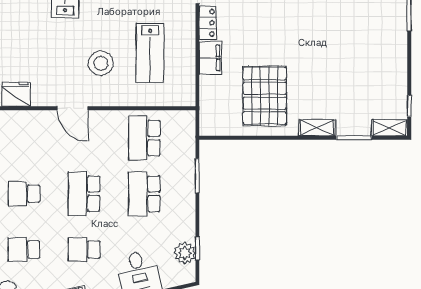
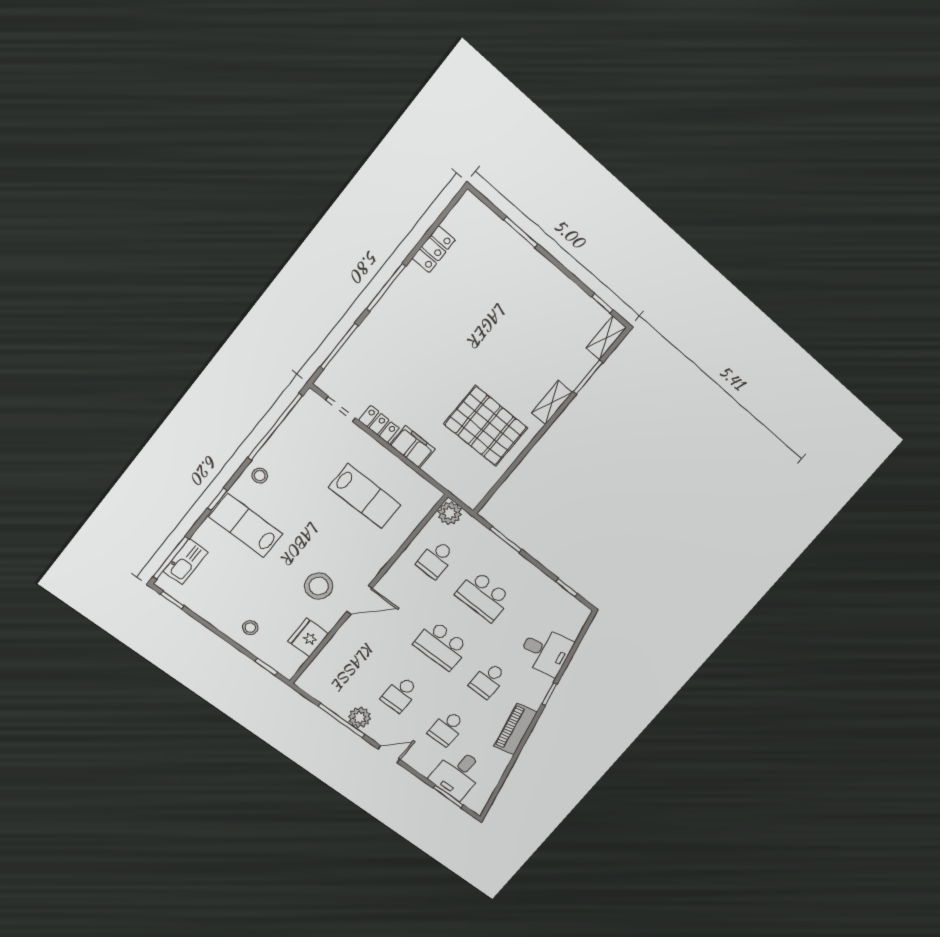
stool: (101, 63) -> (319, 586), moved
school desk: (144, 138) -> (436, 559), width x0.54
plant: (185, 253) -> (450, 513), moved

